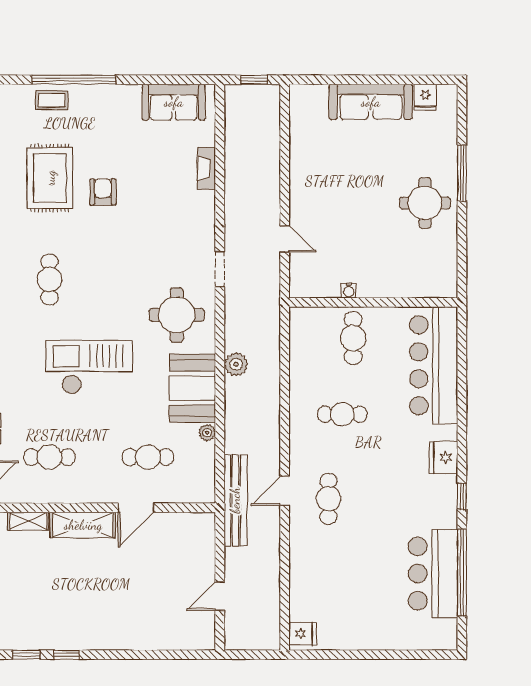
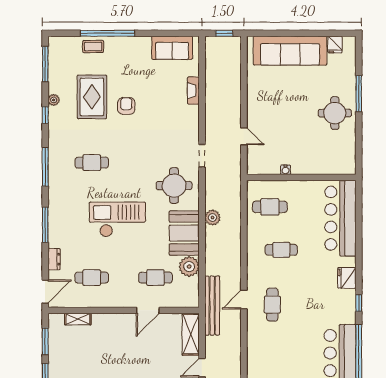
sofa: (371, 102) -> (290, 51), width x1.36, depth x1.27
cafe table: (50, 279) -> (92, 163), turned 90
cafe table: (353, 338) -> (270, 207), moved, turned 90
plant: (207, 433) -> (189, 267), width x1.88, depth x1.88
shelving: (83, 525) -> (191, 334), moved, turned 90

